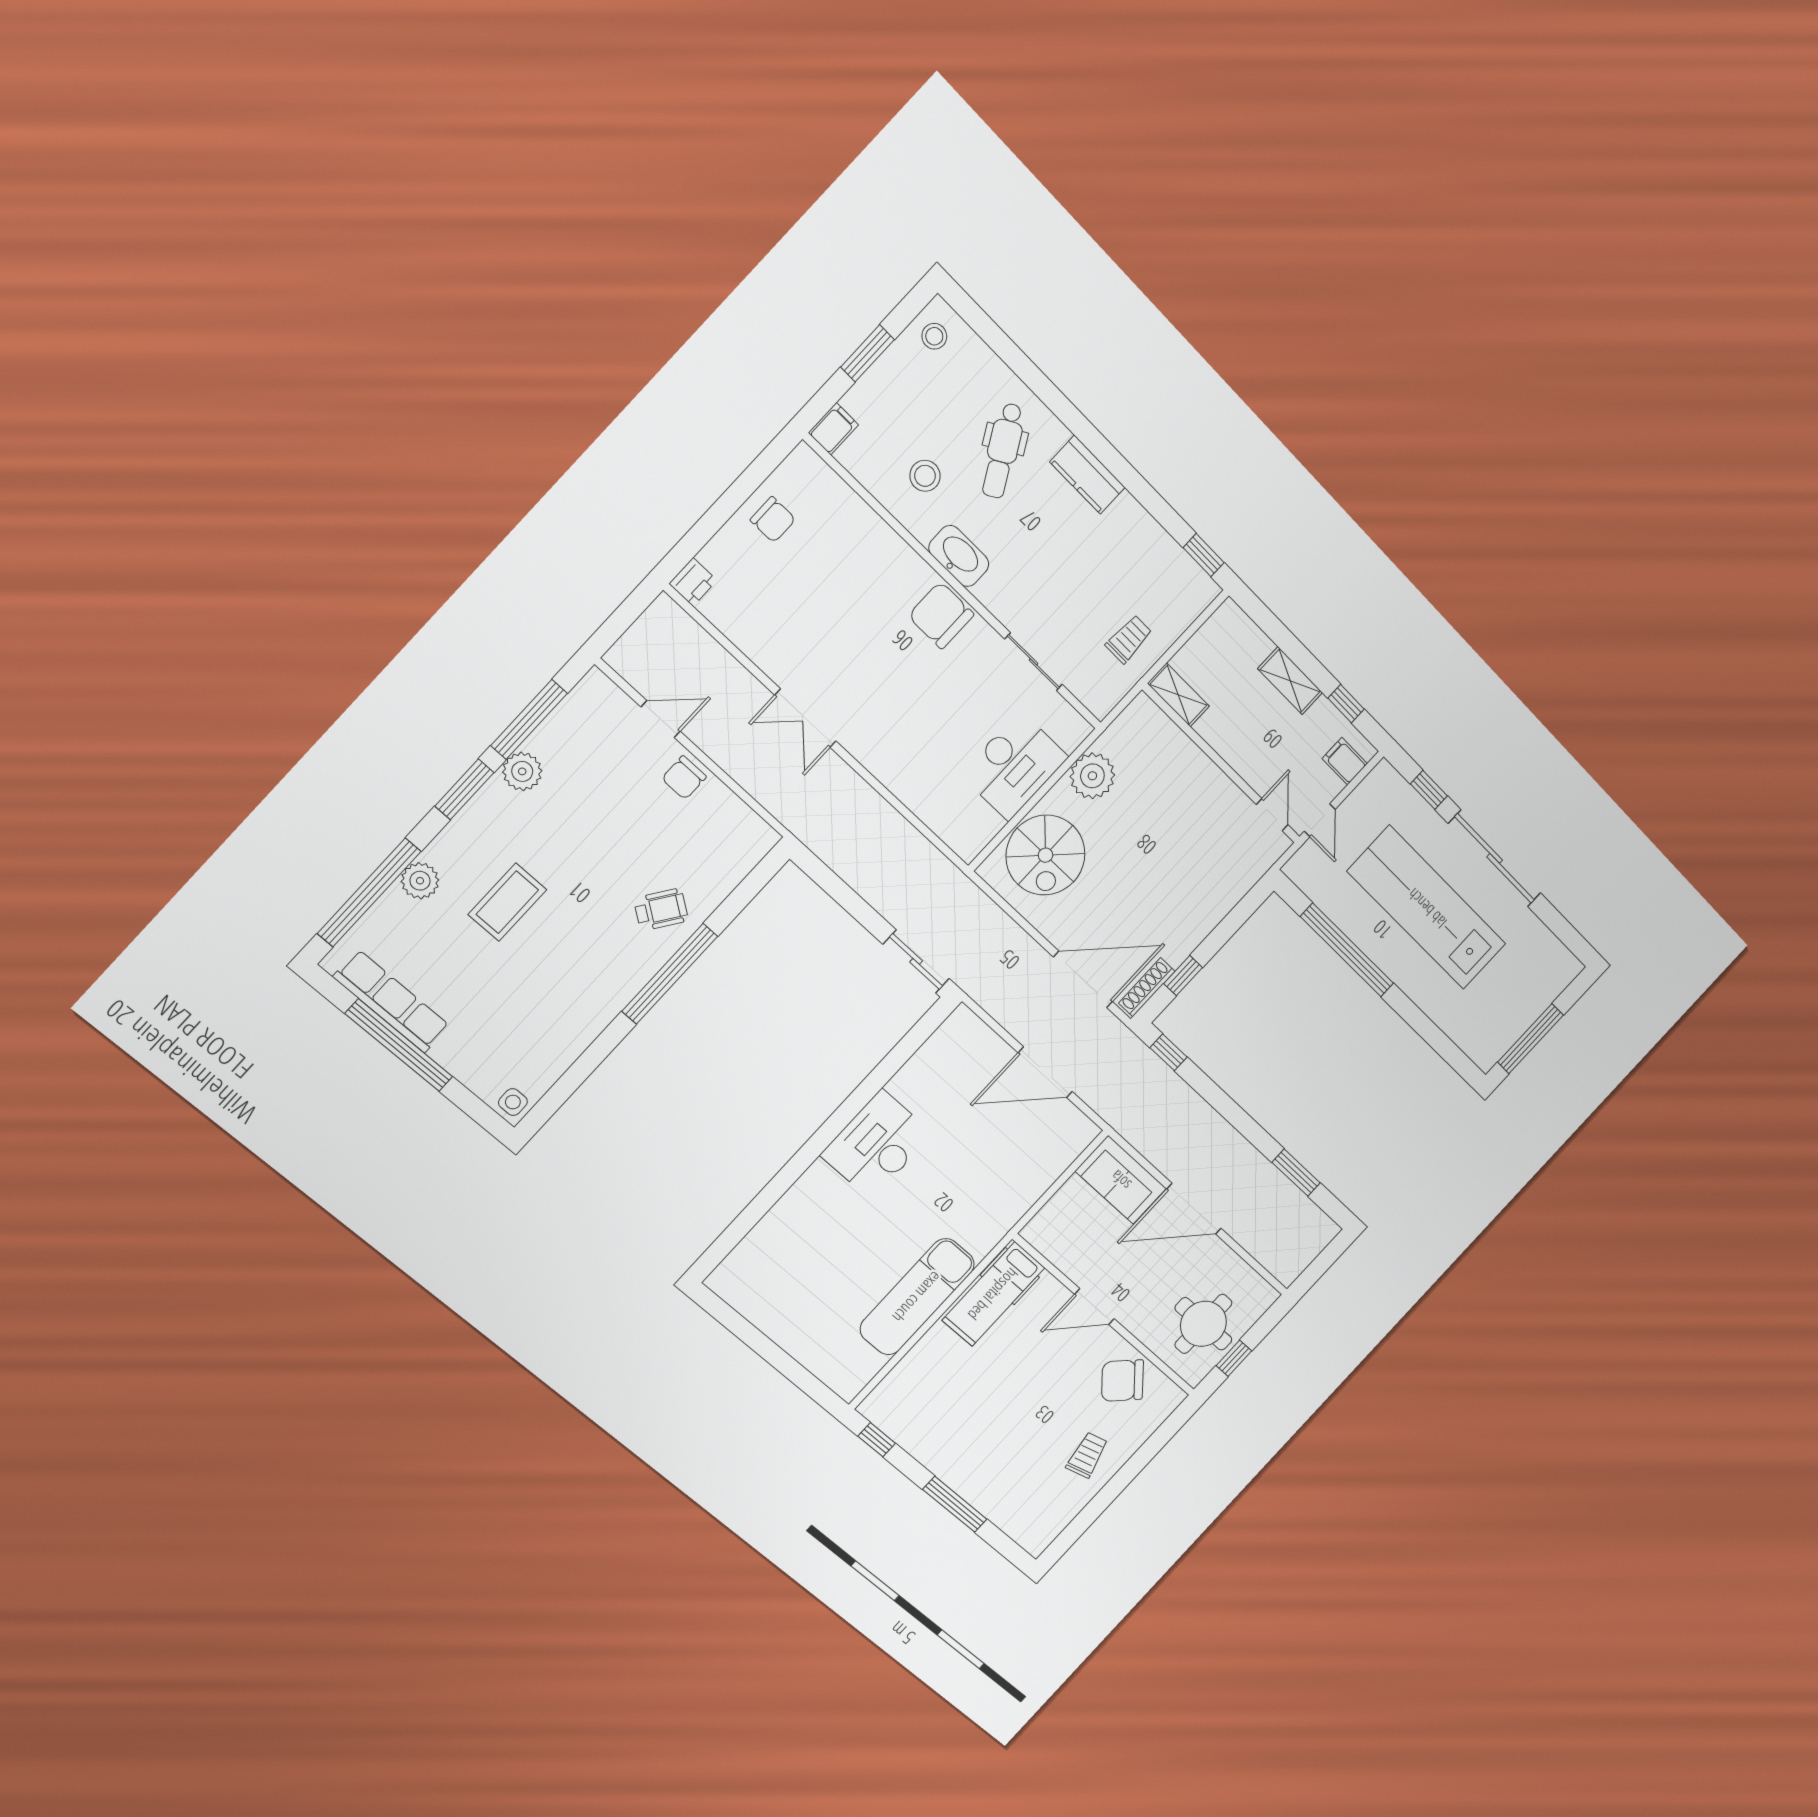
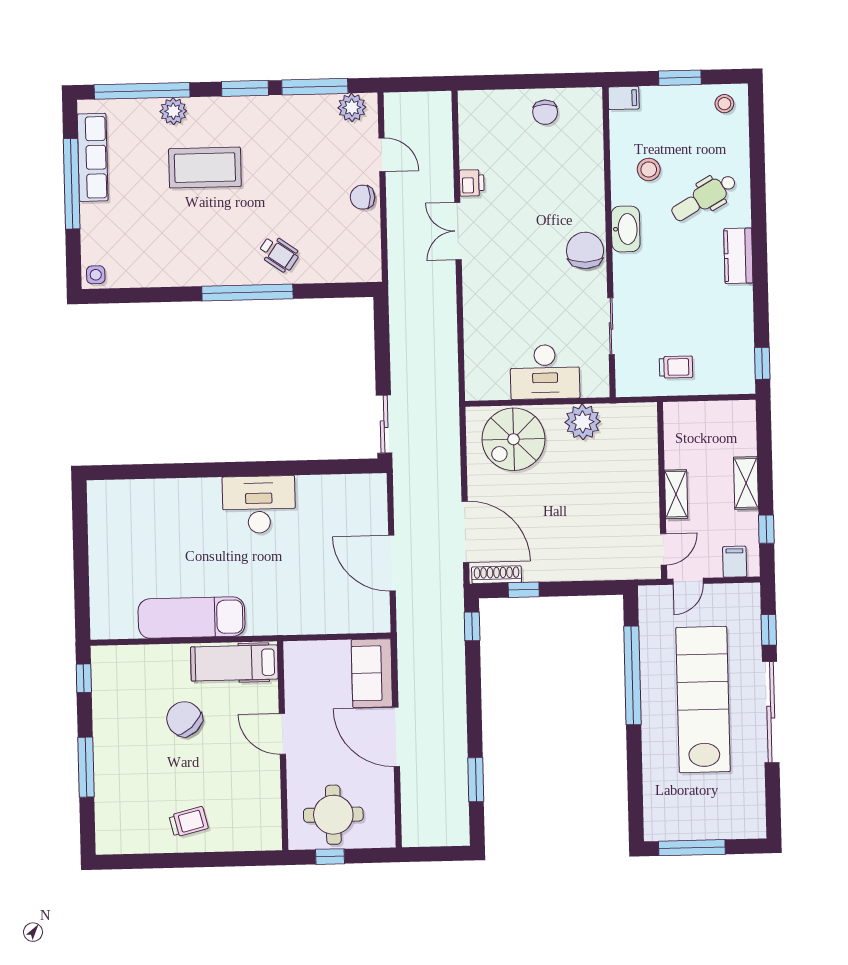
printer: (693, 582) -> (472, 183), moved, turned -90
shelving: (1178, 695) -> (676, 494), moved
plant: (522, 771) -> (352, 107), moved
coffee table: (507, 902) -> (205, 168), width x1.36, depth x1.32
chair: (1122, 1381) -> (184, 719), moved

